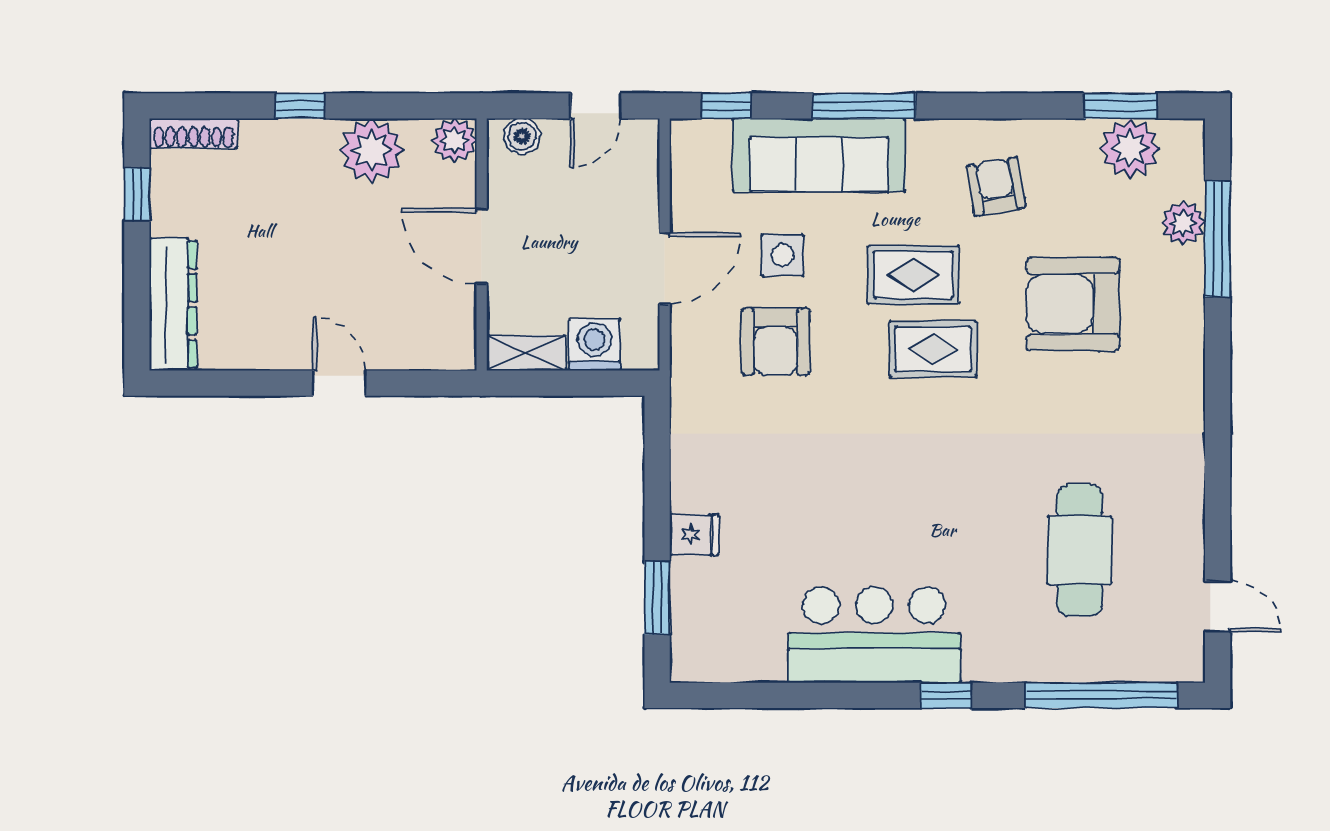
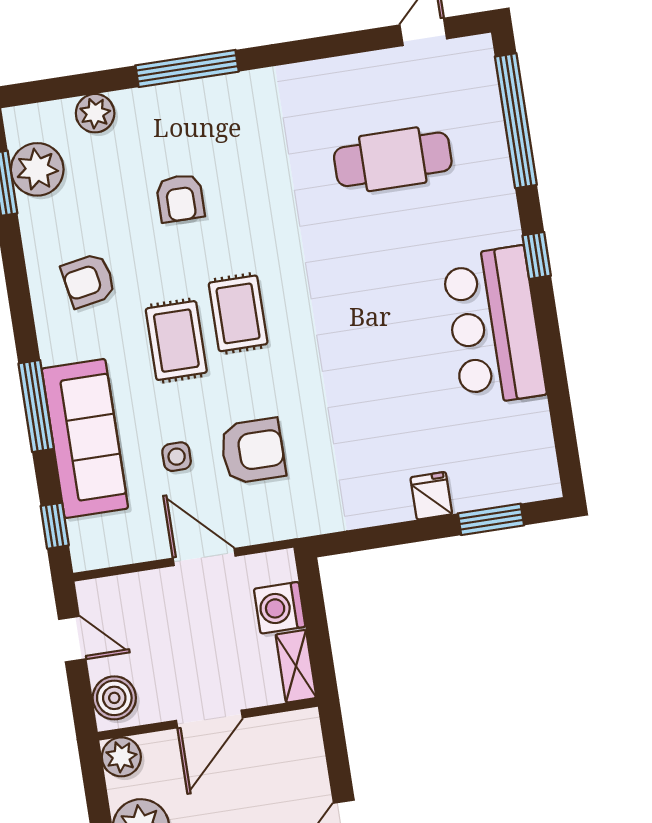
boiler: (522, 136) -> (114, 698), width x1.36, depth x1.36
window: (1218, 239) -> (187, 68), moved
side table: (783, 255) -> (177, 457), width x0.73, depth x0.73
armchair: (1073, 304) -> (180, 198), width x0.53, depth x0.53

